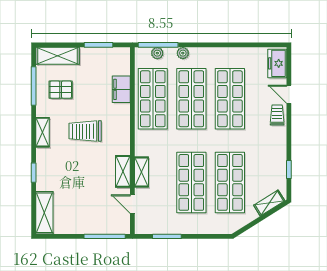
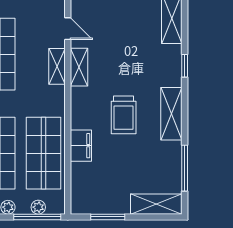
filing cabinet: (121, 89) -> (81, 146), moved
pallet: (61, 90) -> (153, 164), removed
trolley: (85, 131) -> (124, 115), turned 90
shelving: (43, 132) -> (171, 114), width x1.50, depth x1.33

